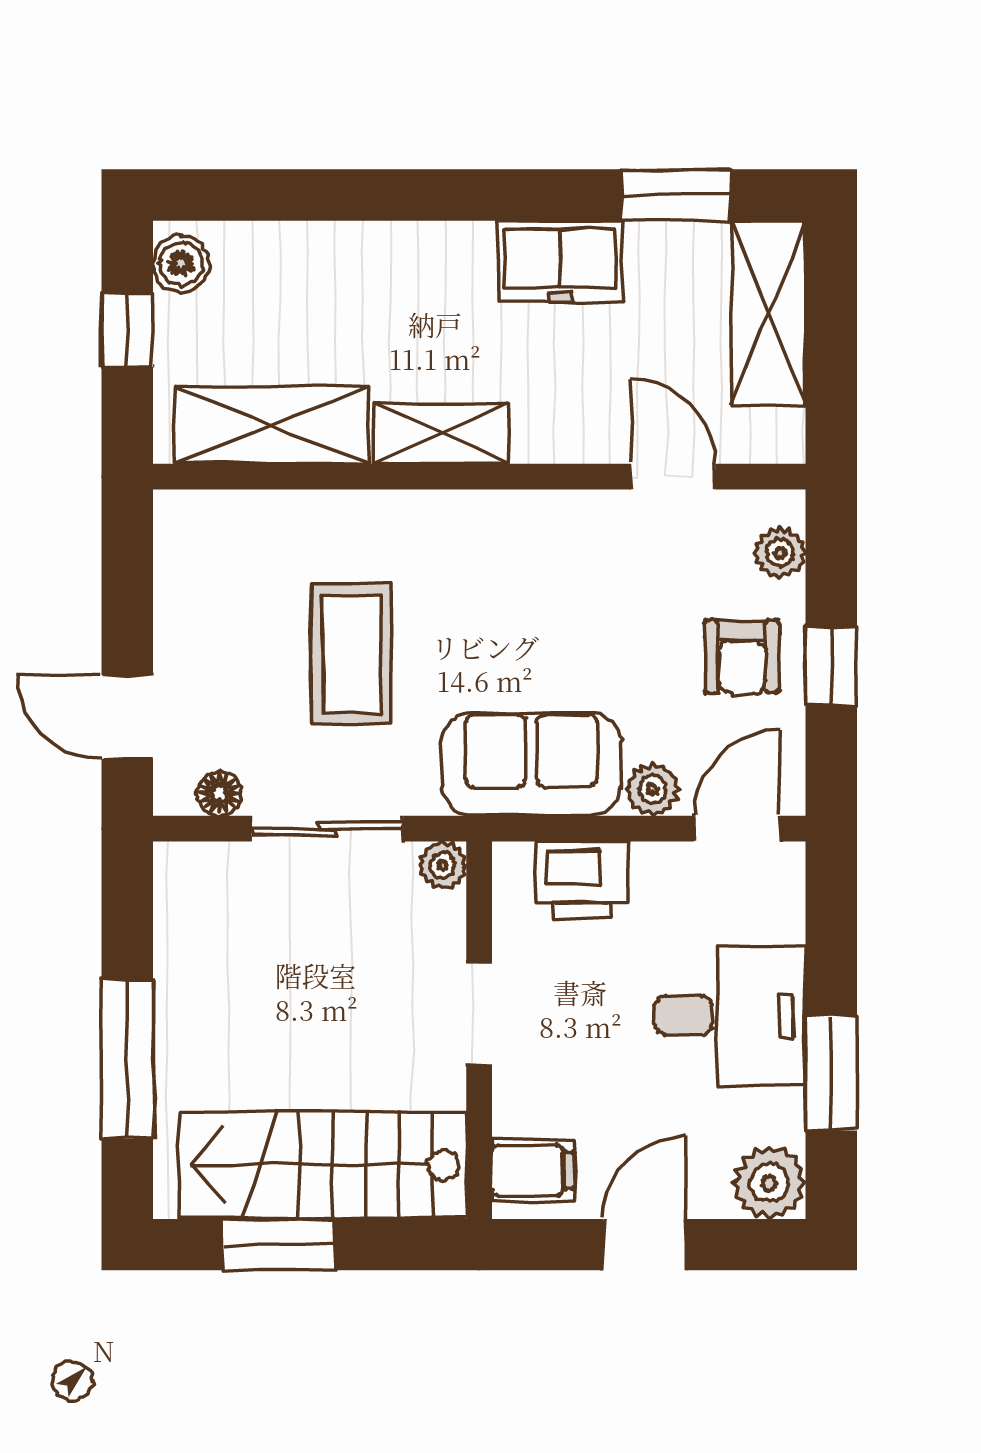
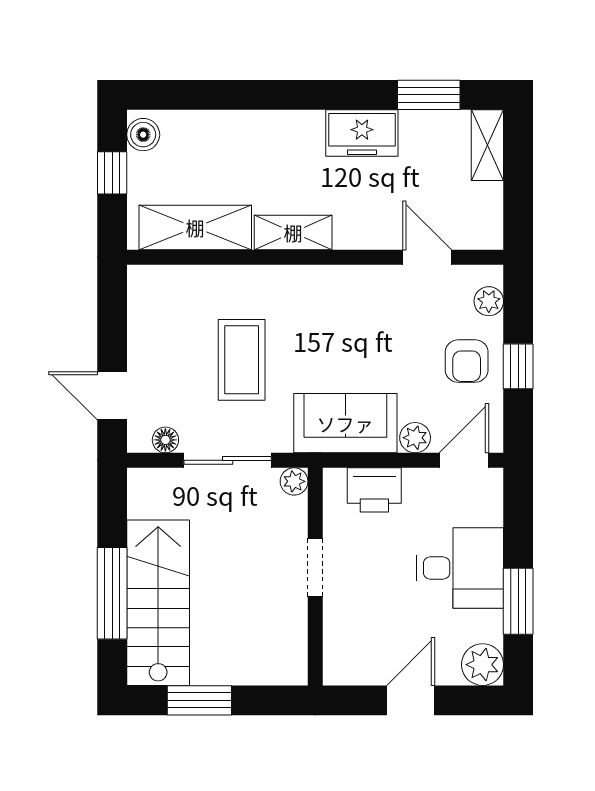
shelving: (769, 313) -> (487, 145), width x0.67, depth x0.75
stairs: (323, 1165) -> (158, 603), moved, turned 90
filing cabinet: (533, 1170) -> (346, 657), removed

